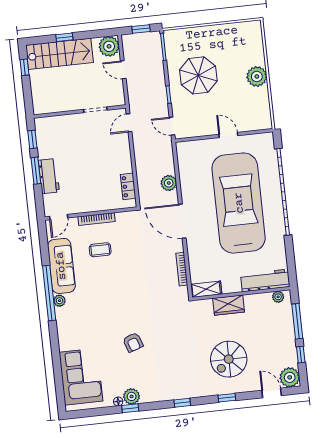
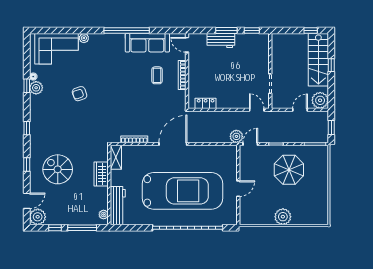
plant: (169, 183) -> (236, 136), moved
plant: (60, 301) -> (84, 38), moved

